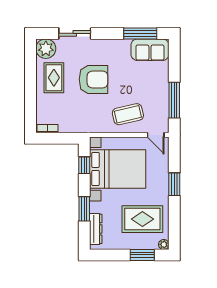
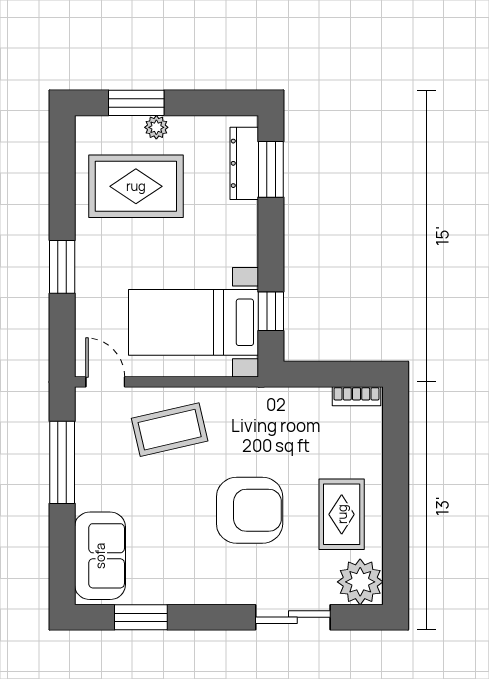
window: (140, 33) -> (141, 617), width x0.69
sofa: (150, 50) -> (100, 556), moved, turned 90
armchair: (93, 79) -> (250, 510), turned 180
bed with nightstands: (118, 169) -> (194, 322), width x0.73
window: (84, 209) -> (271, 169), moved
plant: (164, 244) -> (156, 127), moved

